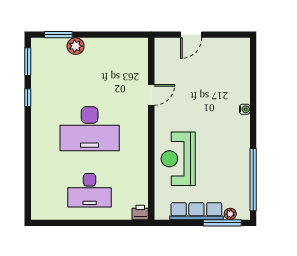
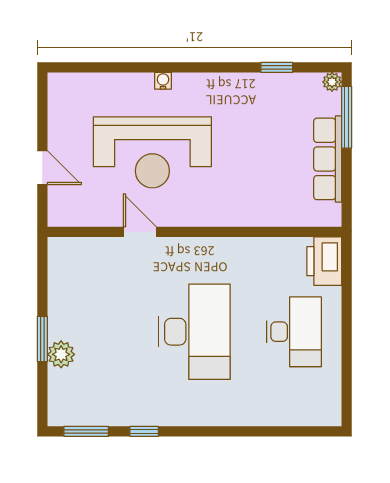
window: (58, 35) -> (42, 339), moved
reception desk: (178, 159) -> (152, 152), moved, width x1.36, depth x1.30
window: (253, 180) -> (277, 67), width x0.32
printer: (140, 212) -> (324, 261), width x1.87, depth x1.48
plant: (230, 214) -> (332, 82), moved

